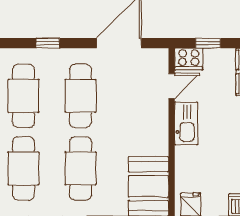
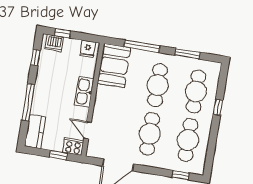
window: (48, 43) -> (181, 175), moved
door: (172, 86) -> (88, 130), hinge flipped
kitchen sink: (186, 123) -> (84, 92), moved

